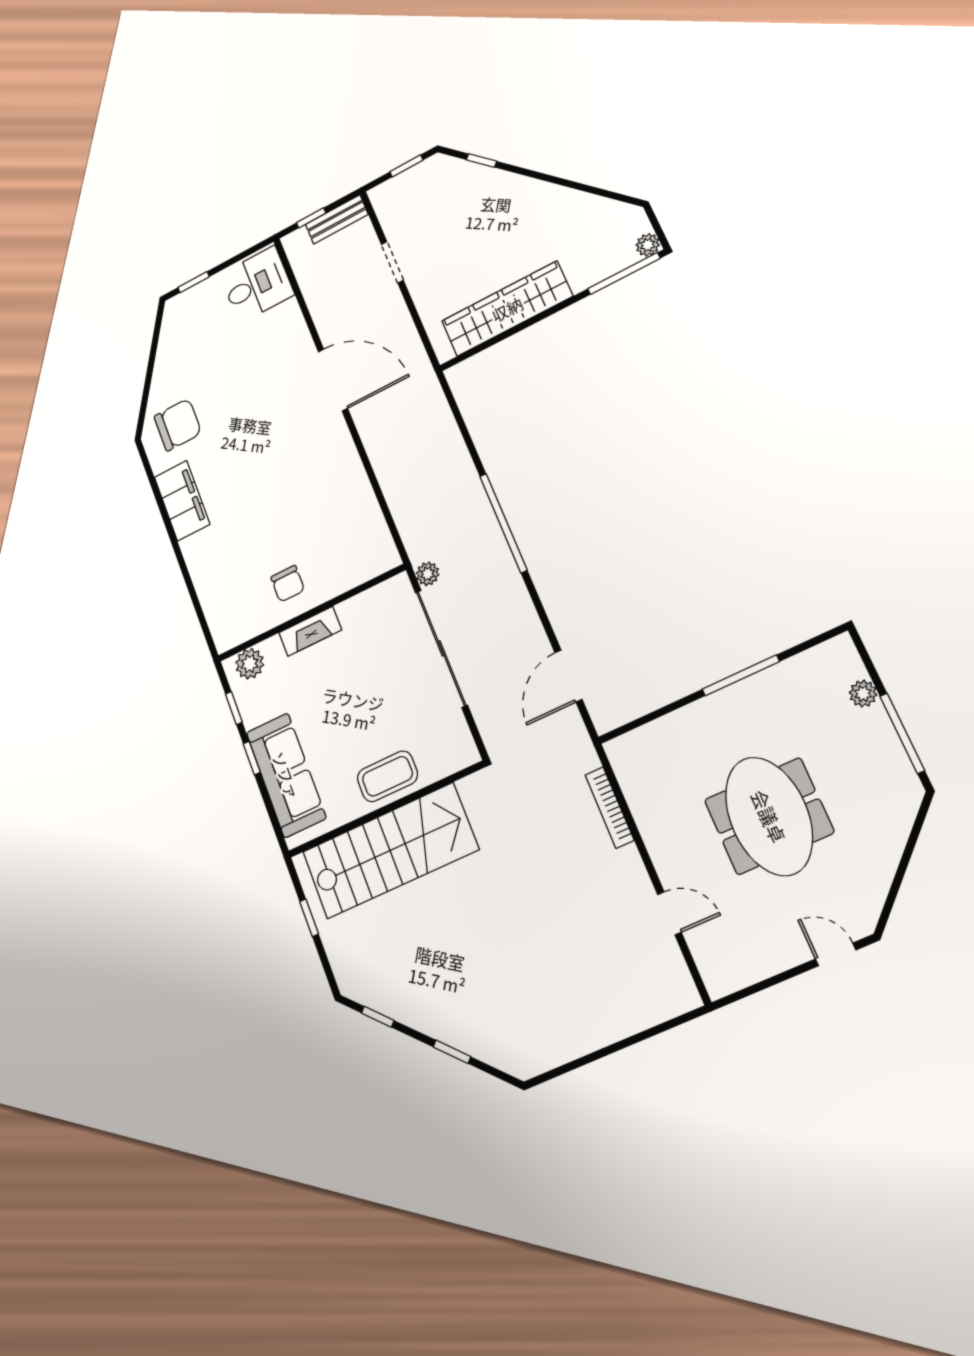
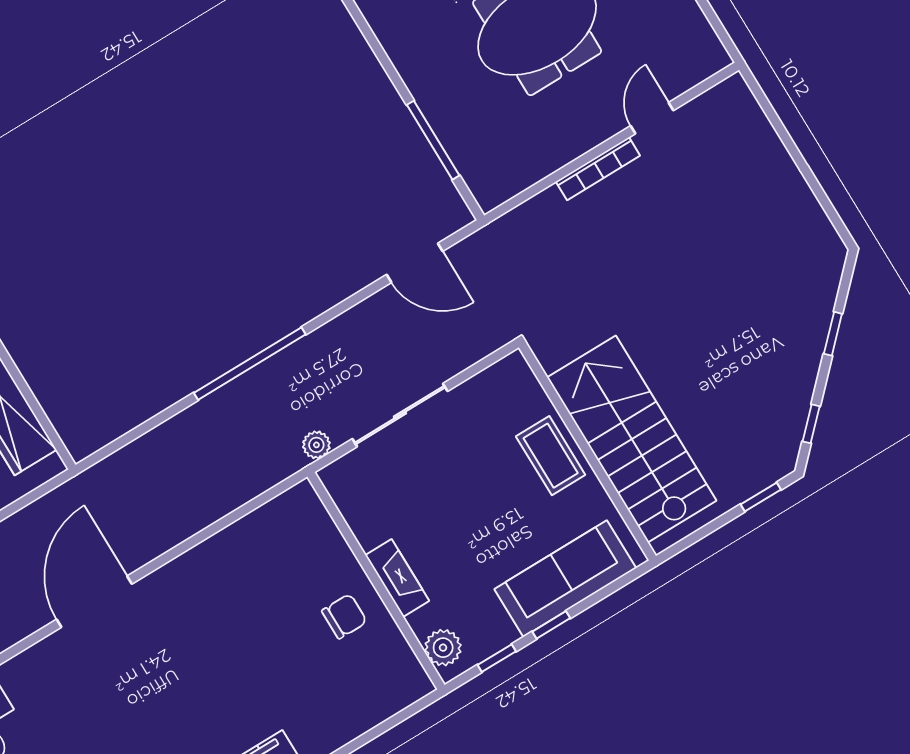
sliding door: (441, 648) -> (400, 415), width x0.73
window: (741, 675) -> (433, 140), moved
bookcase: (609, 807) -> (598, 169), moved
window: (309, 918) -> (761, 497), moved

